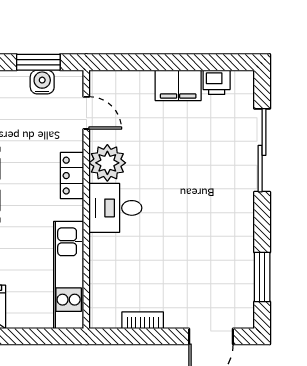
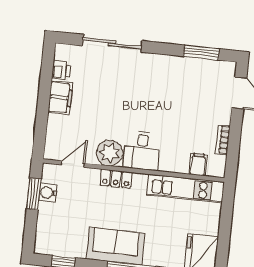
filing cabinet: (104, 289) -> (198, 164), added

